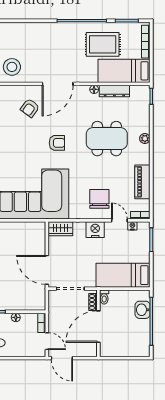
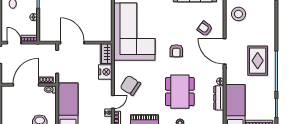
rug: (103, 44) -> (258, 61), moved
chair: (99, 199) -> (130, 85), turned -147
nightstand: (95, 230) -> (105, 72), moved
door: (47, 270) -> (72, 43), hinge flipped
door: (98, 327) -> (26, 85), hinge flipped
door: (47, 341) -> (14, 43), swing flipped

